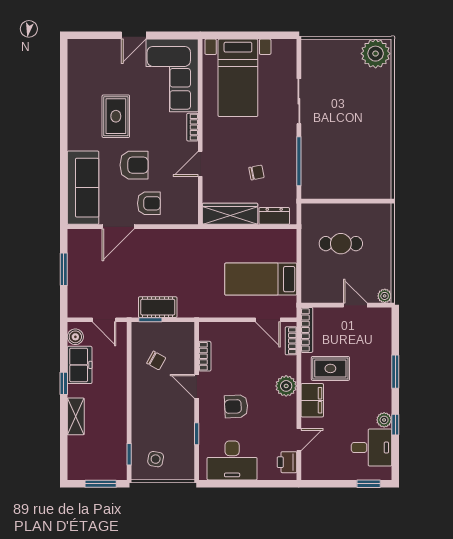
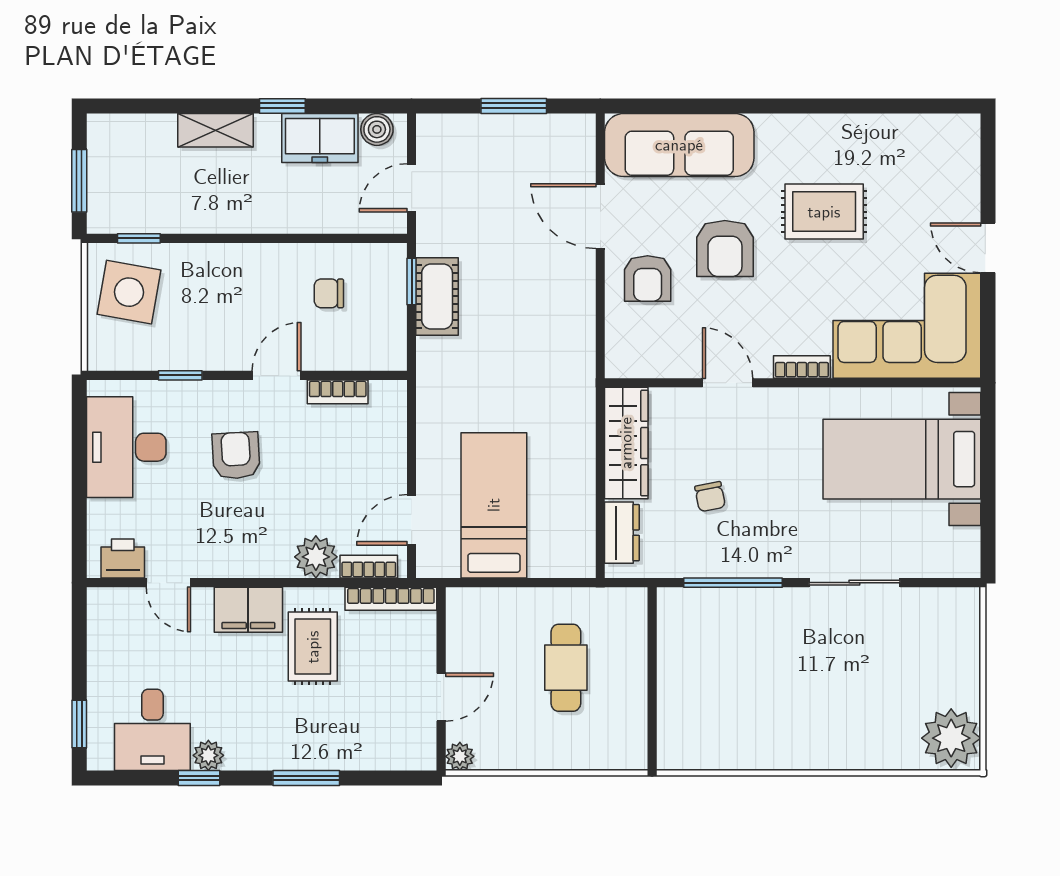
chair: (156, 360) -> (329, 293), turned 61
plant: (286, 386) -> (316, 557), moved
side table: (156, 459) -> (129, 292), width x1.87, depth x1.87

